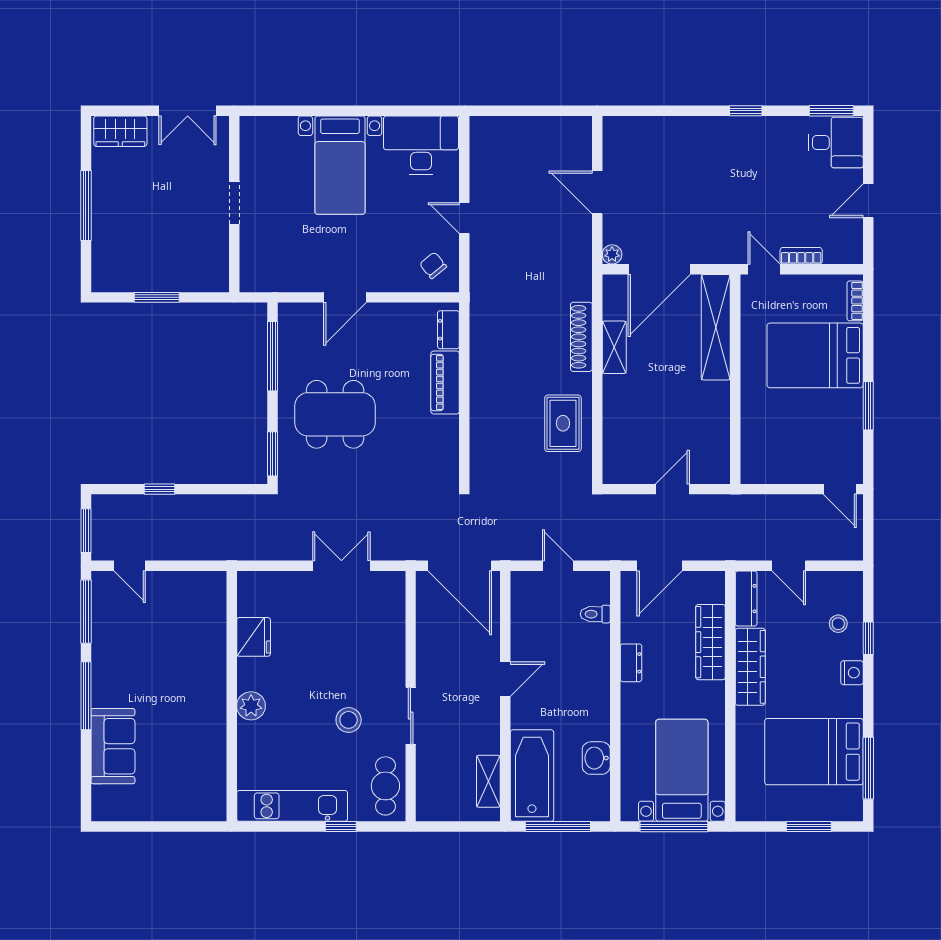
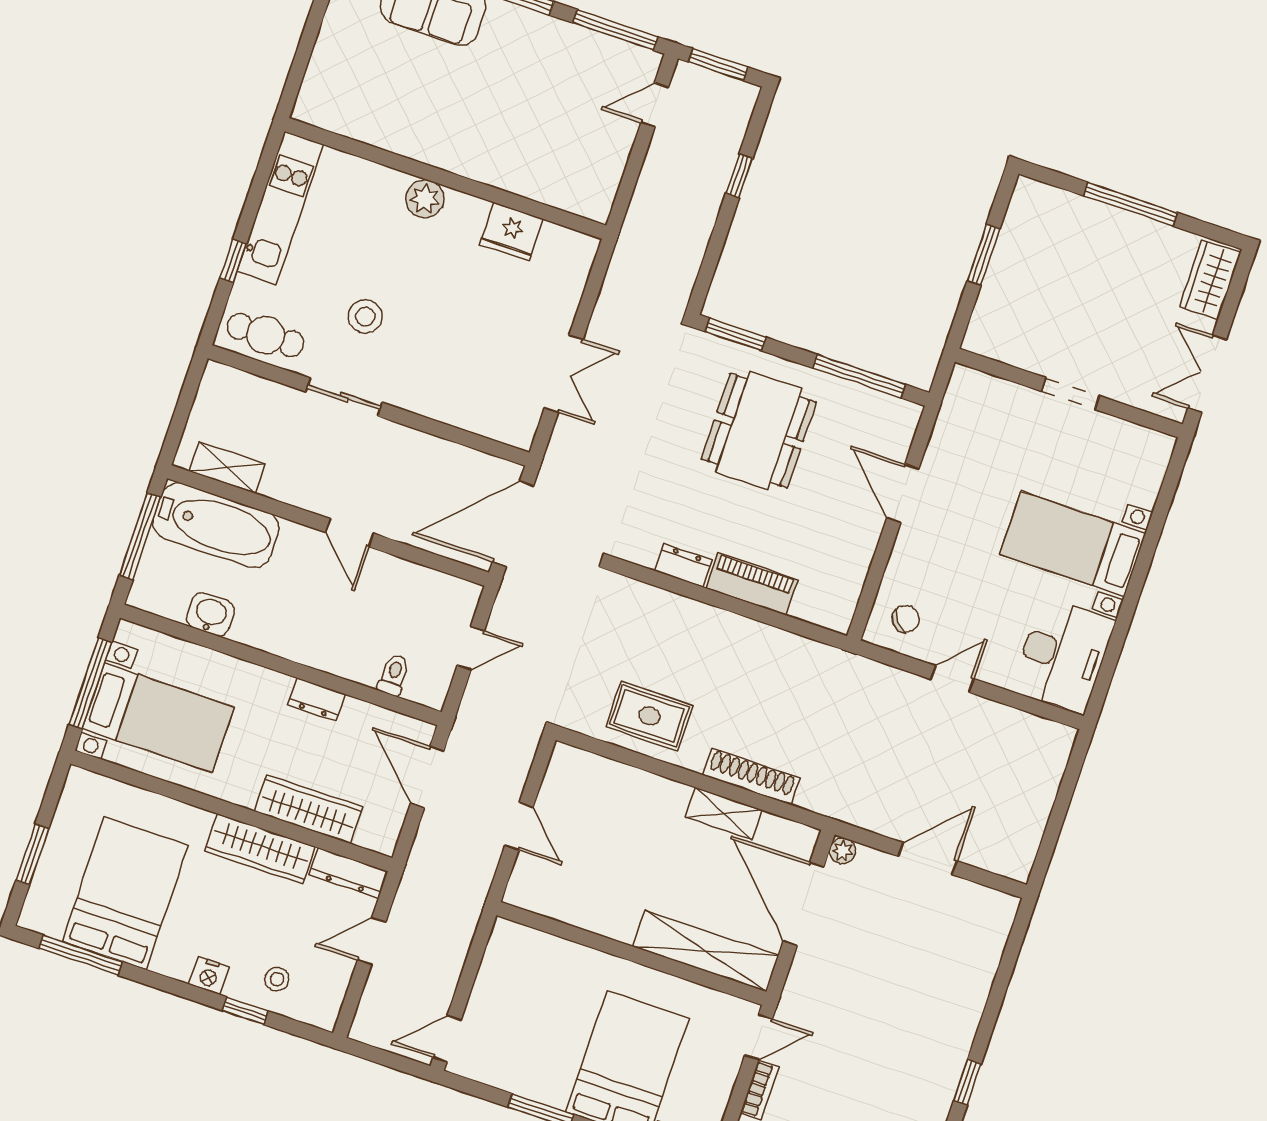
dresser: (448, 330) -> (683, 565), moved

